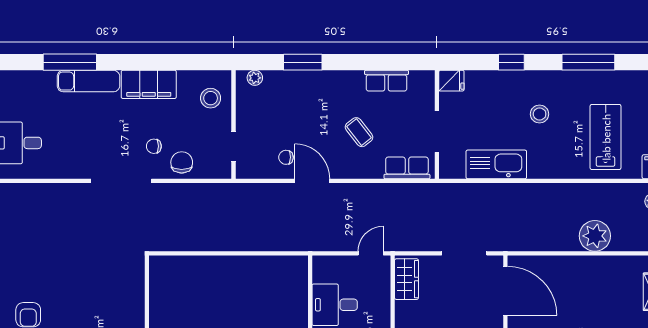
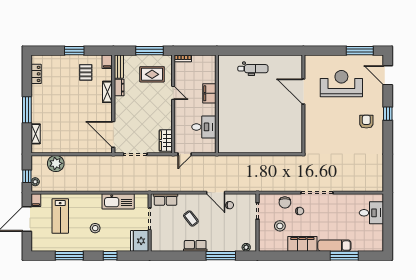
window: (303, 62) -> (221, 256), width x1.44
row of seats: (387, 81) -> (195, 246), moved
fridge: (451, 81) -> (140, 241), width x1.88, depth x1.34
stool: (211, 98) -> (280, 226), moved
plant: (595, 236) -> (56, 163), moved

